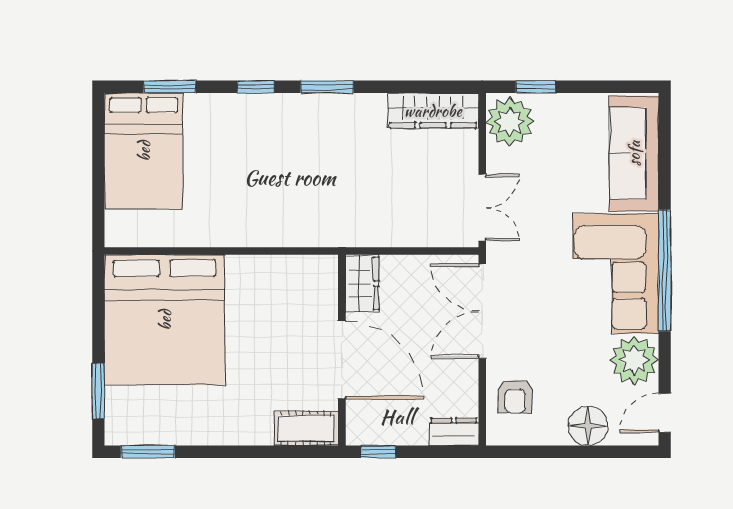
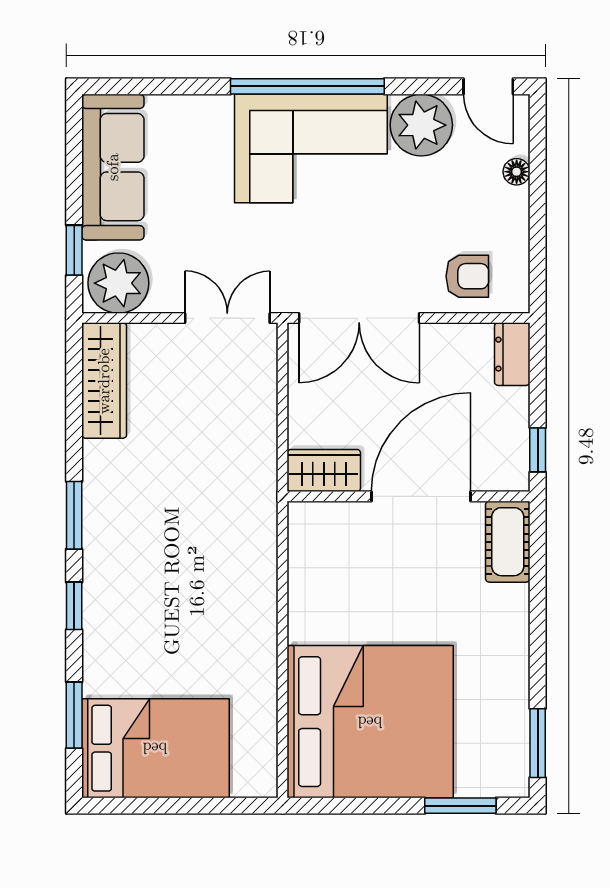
sofa: (634, 153) -> (113, 167), moved, turned -90
floor lamp: (588, 426) -> (517, 172), width x0.53, depth x0.53

